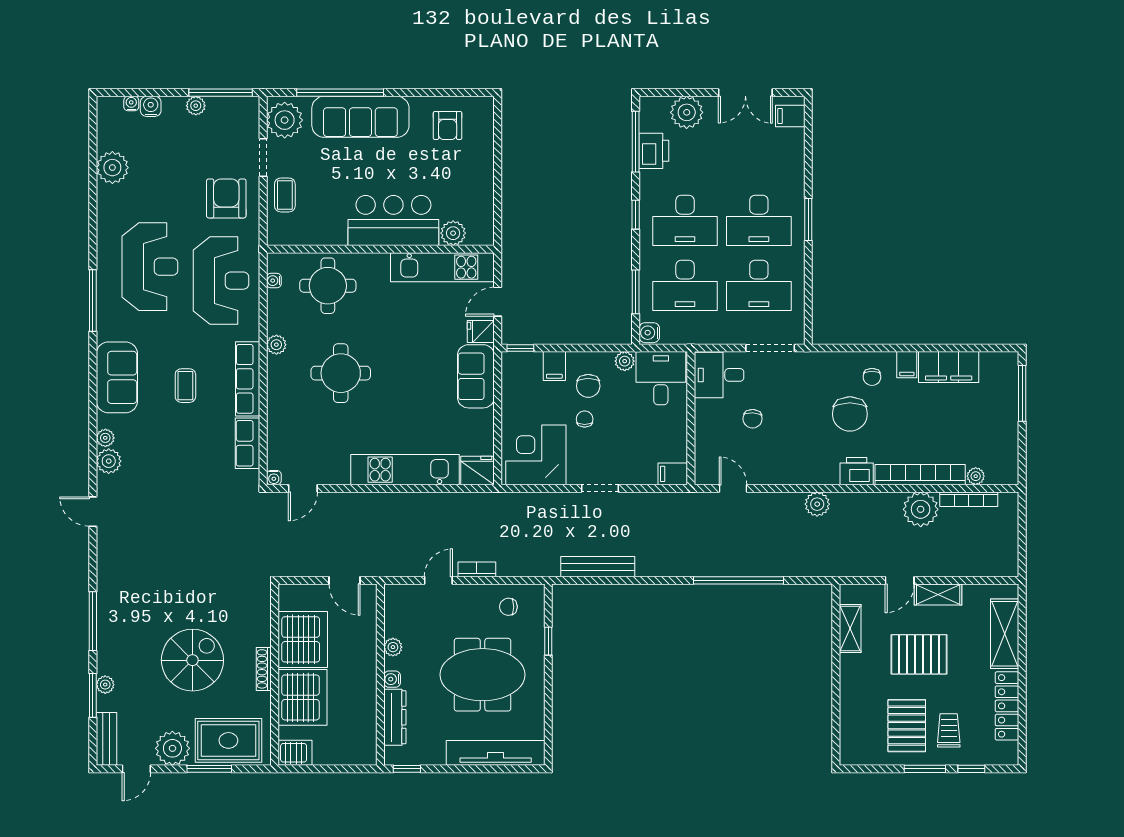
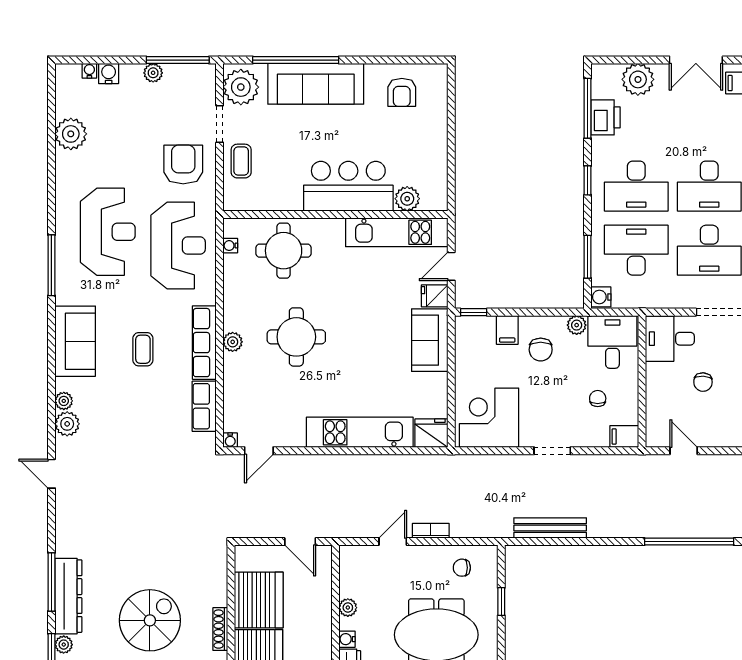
desk: (685, 285) -> (636, 250), turned 180
plant: (276, 345) -> (233, 342), moved
chair: (585, 419) -> (598, 398), moved
dresser: (110, 636) -> (68, 596), added

